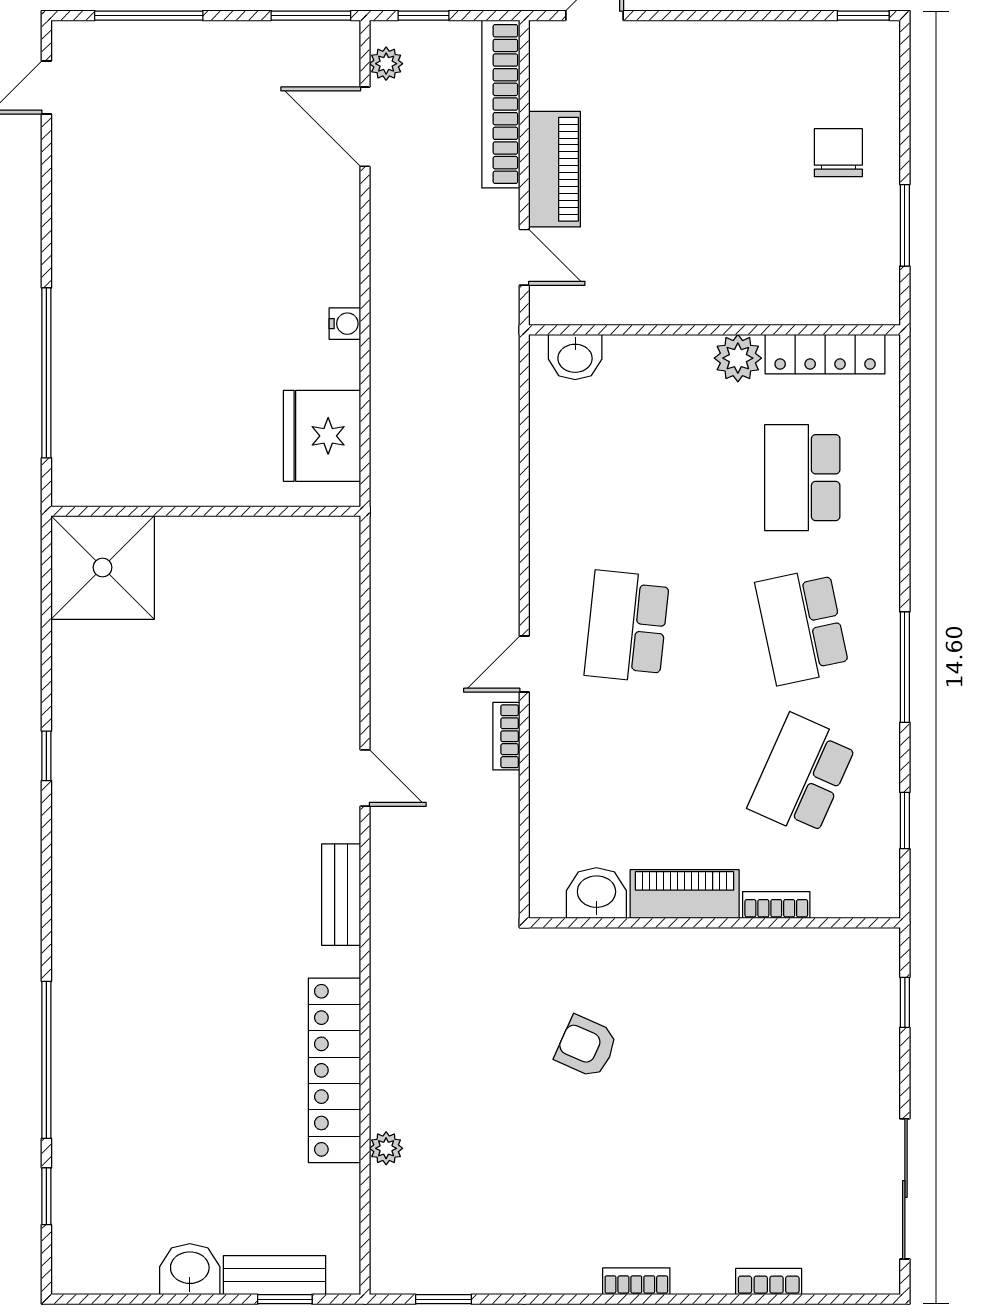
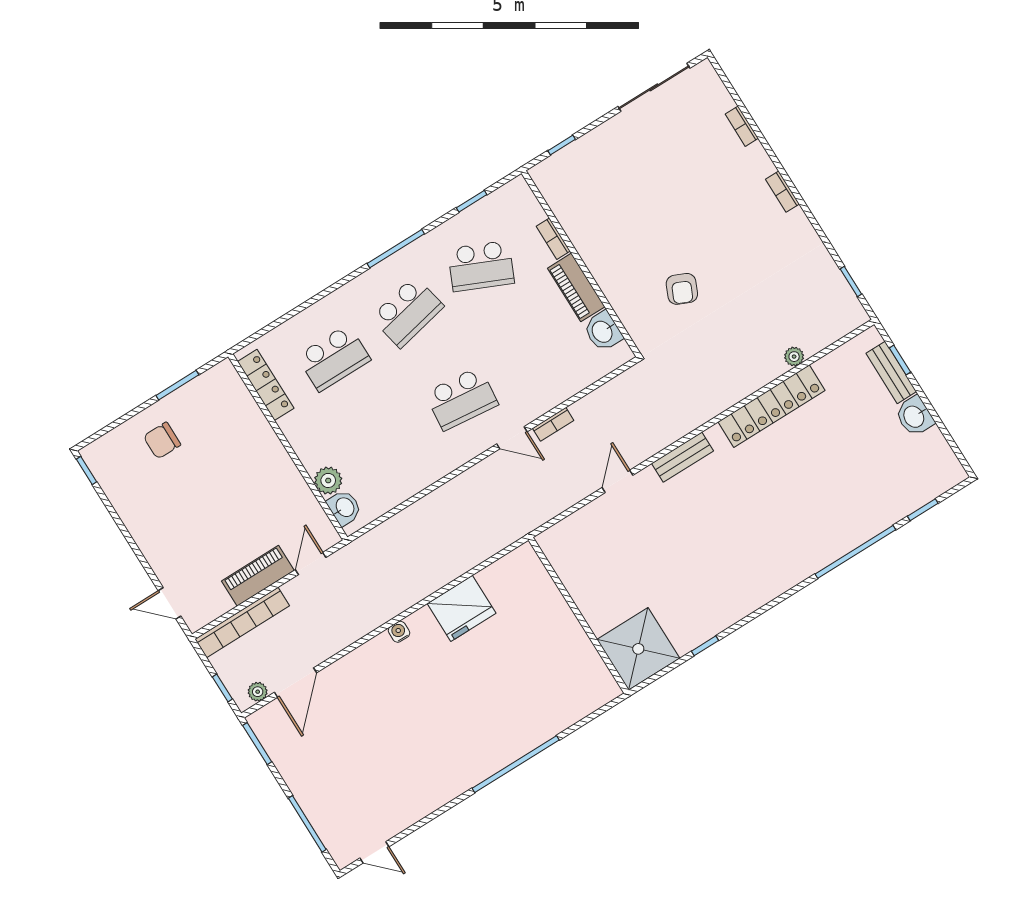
plant: (738, 358) -> (328, 480), moved
wall: (206, 511) -> (579, 615), moved
shower: (103, 567) -> (638, 649), moved

